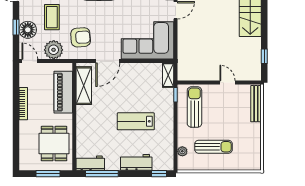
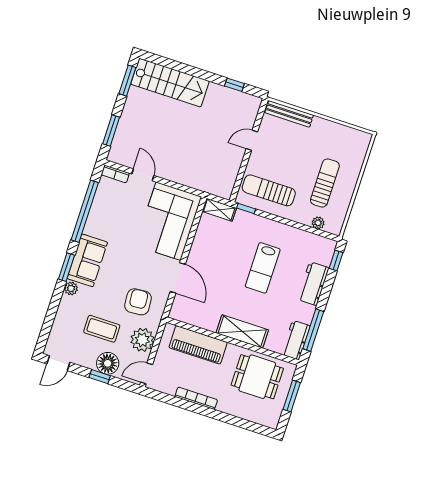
shelving: (84, 86) -> (242, 332), moved

